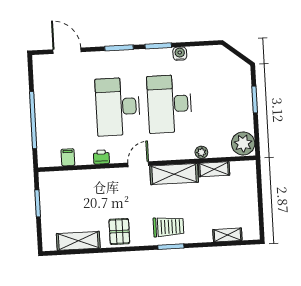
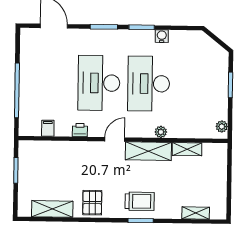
plant: (243, 143) -> (222, 126), width x0.53, depth x0.53
plant: (201, 152) -> (161, 132), moved

